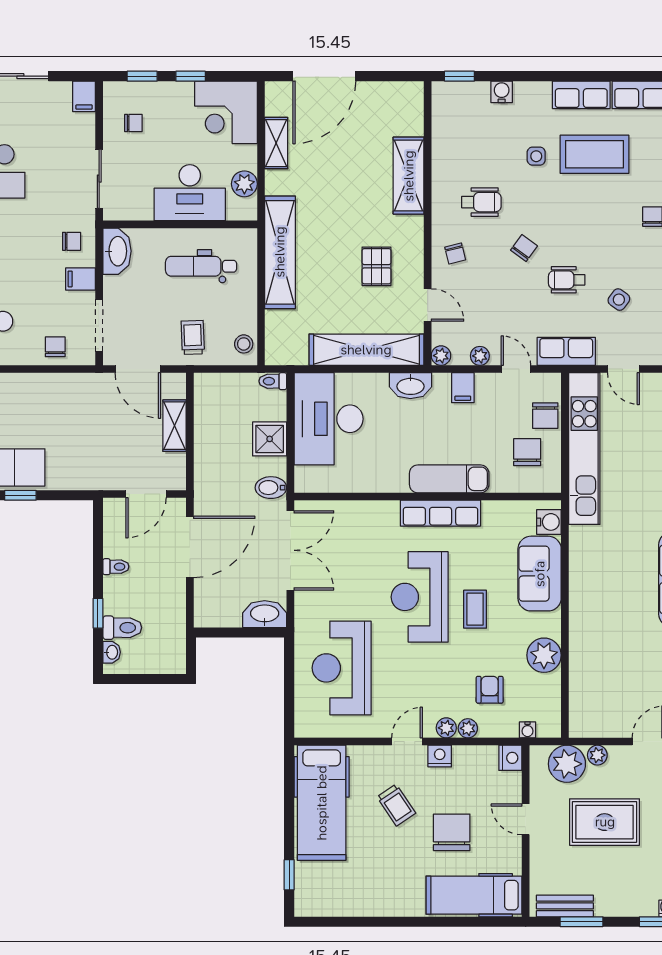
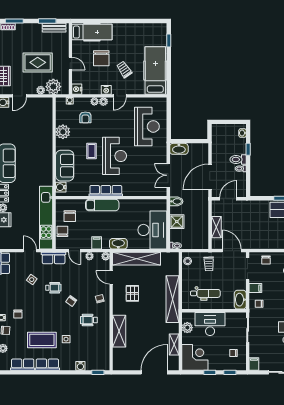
double door: (290, 550) -> (168, 175), width x0.73
toilet: (122, 628) -> (238, 159), moved

